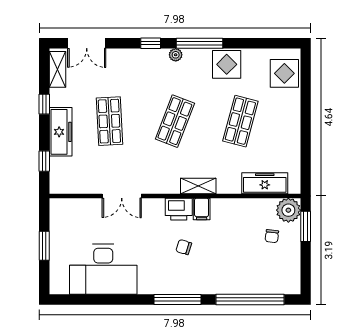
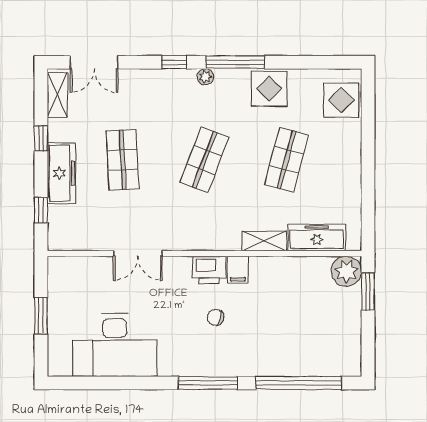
shelving: (198, 186) -> (264, 241), moved
chair: (272, 236) -> (326, 304), removed

